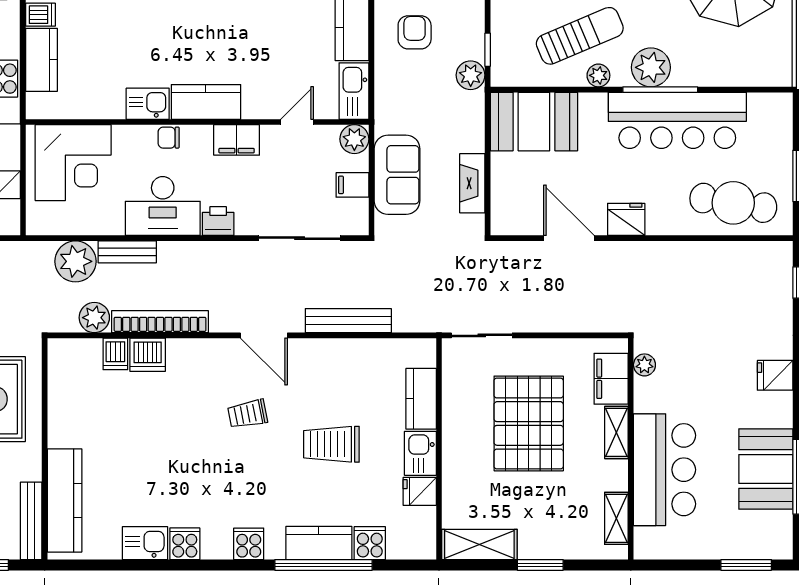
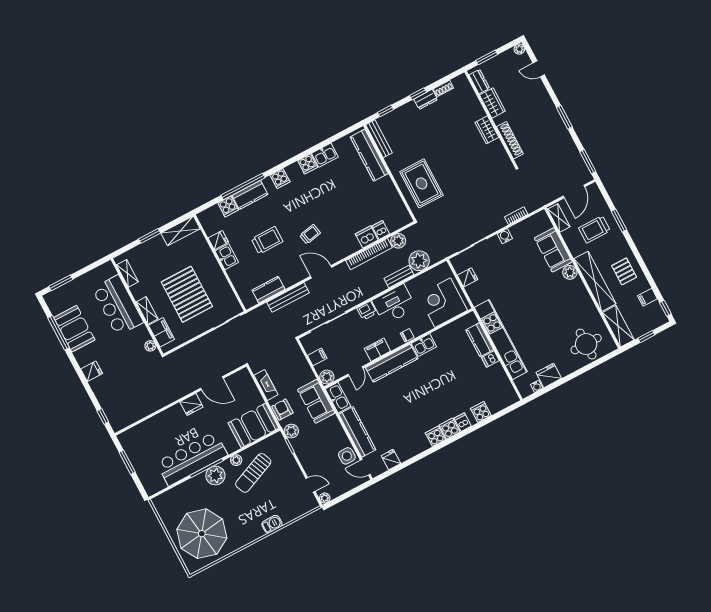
armchair: (415, 32) -> (282, 410), moved, turned 180
kitchen counter: (206, 102) -> (392, 363), width x1.50
sofa: (397, 175) -> (316, 401), moved
cafe table: (733, 203) -> (149, 436), removed
kitchen counter: (421, 399) -> (269, 290), moved, turned -90

